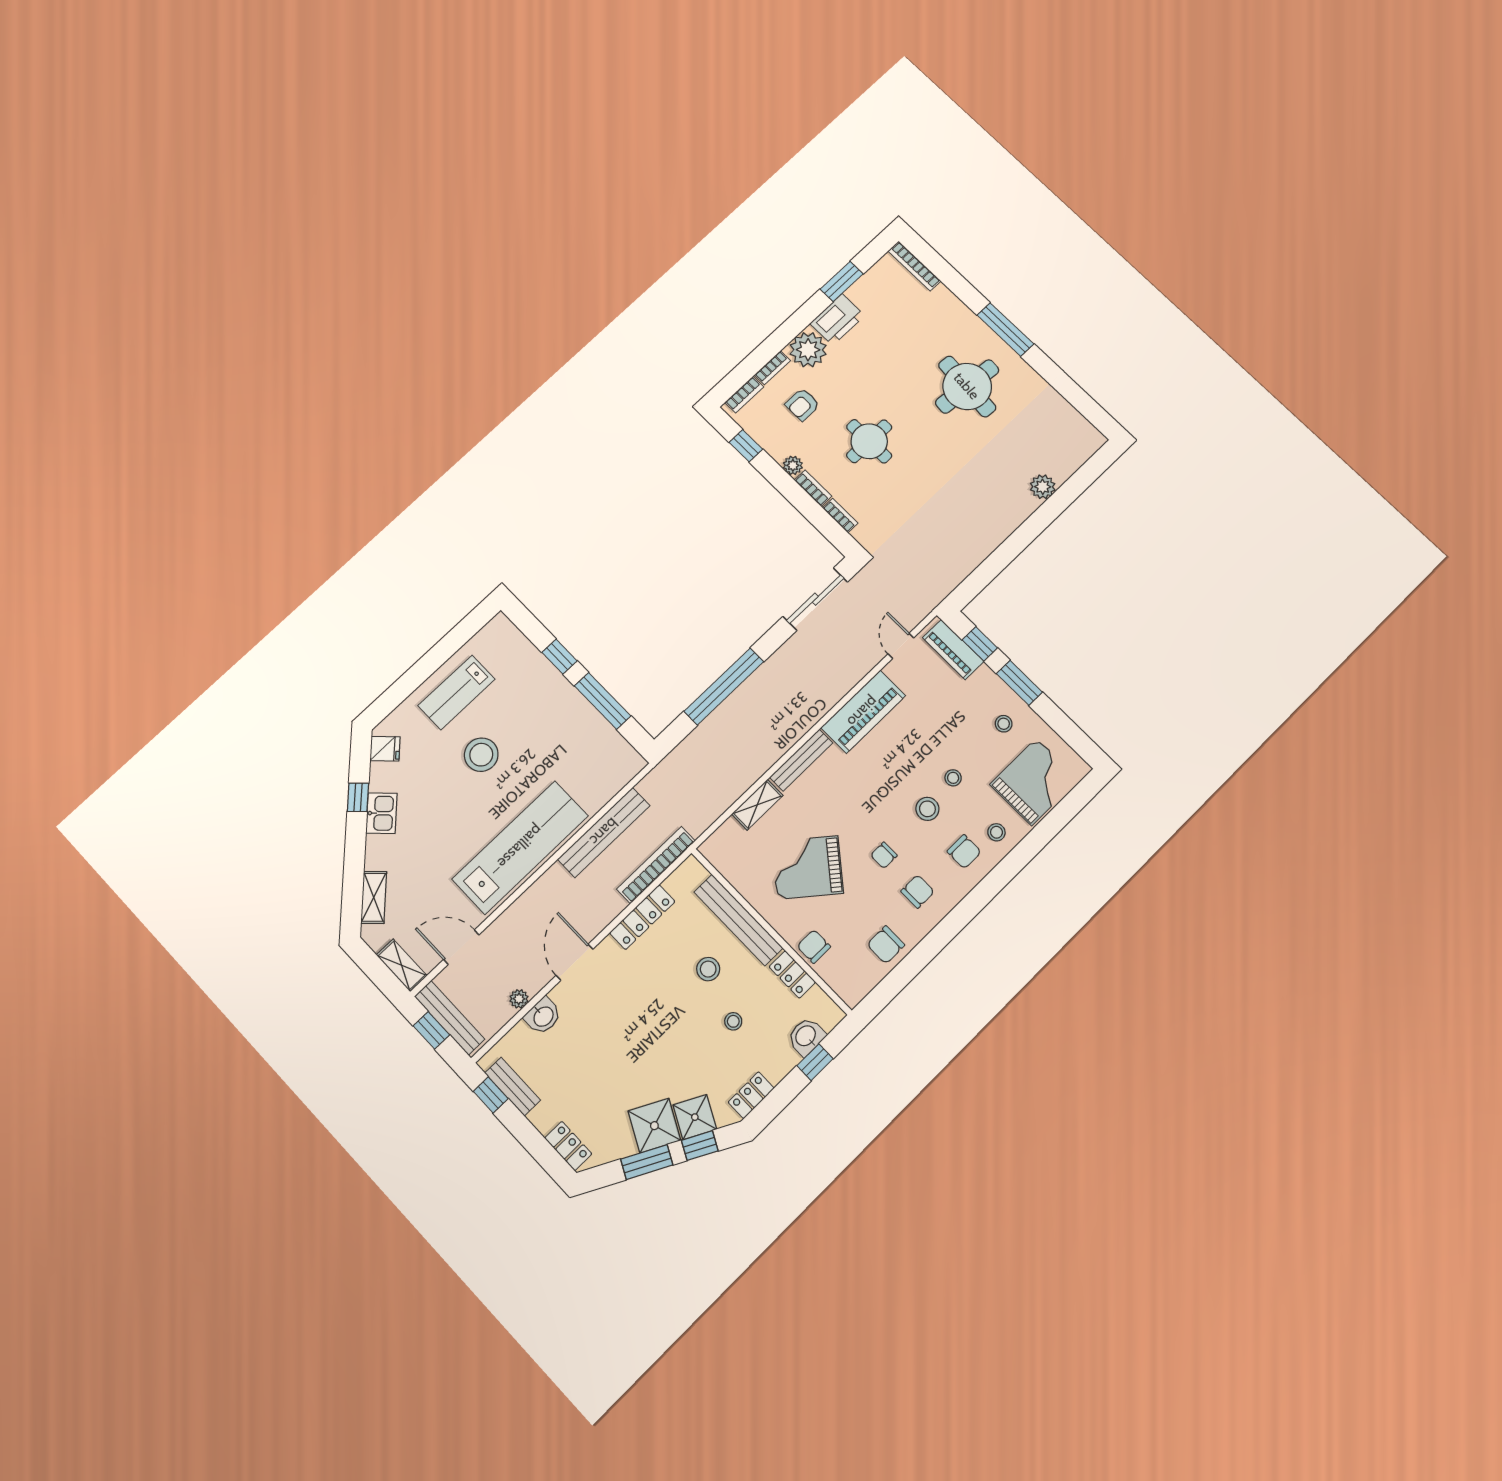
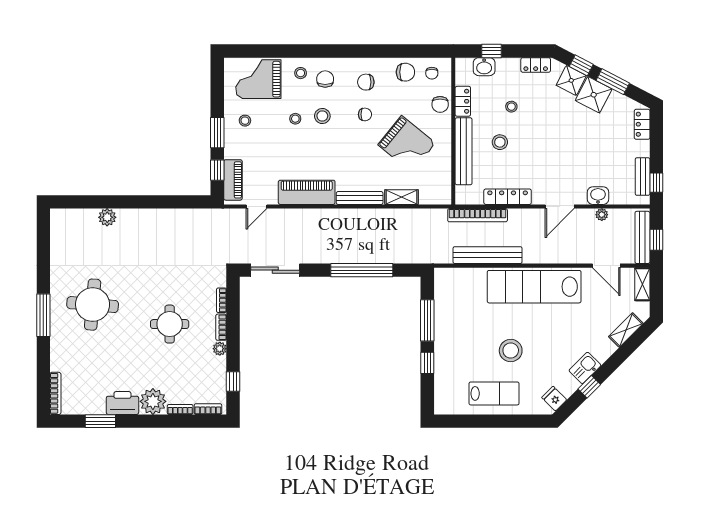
armchair: (802, 405) -> (184, 375), removed
chair: (856, 972) -> (432, 73), added

